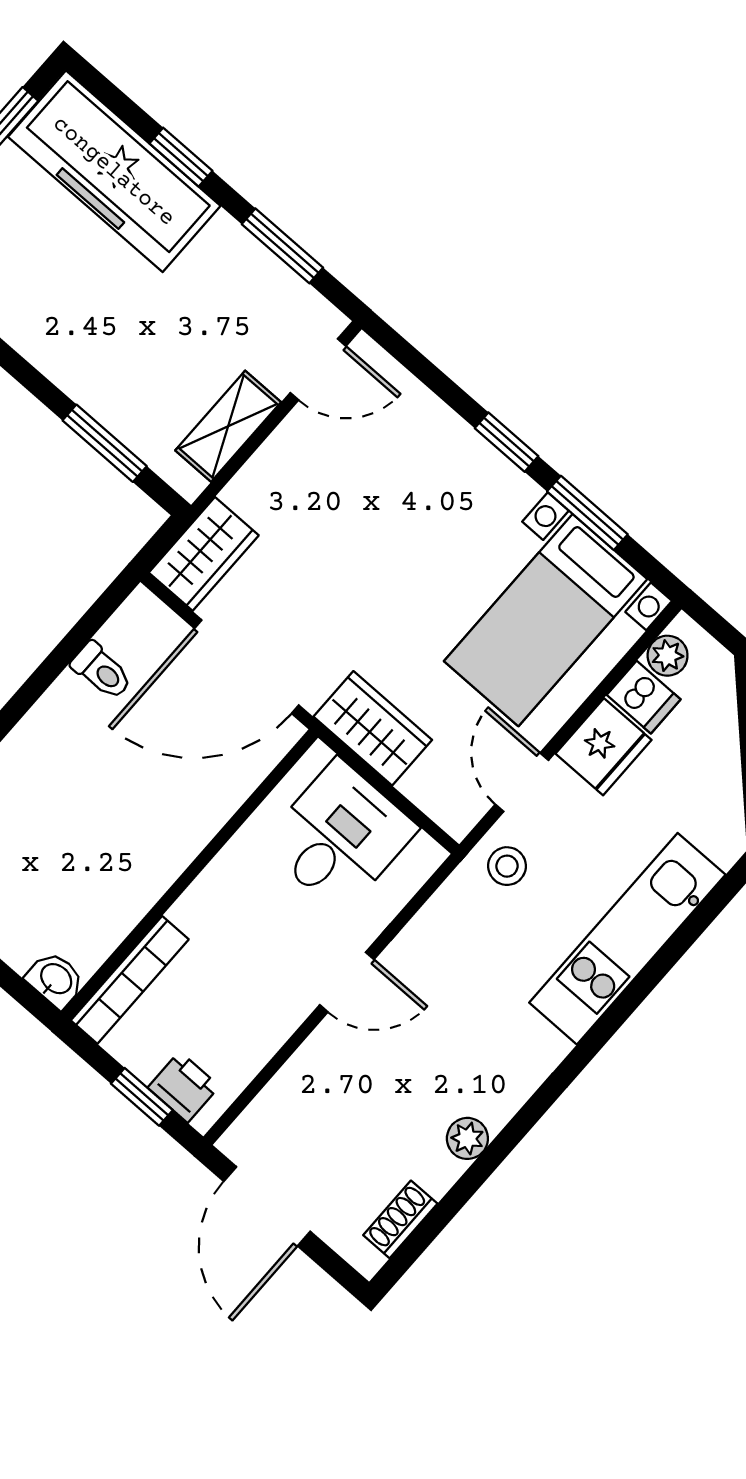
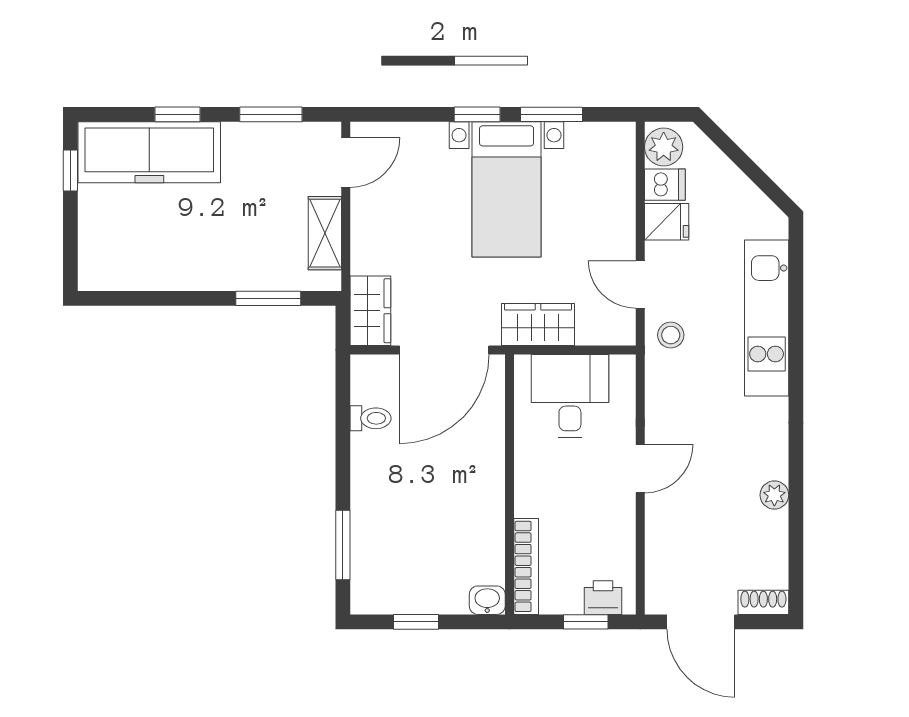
bed with nightstands: (546, 620) -> (507, 189), moved
plant: (668, 656) -> (664, 147), width x1.38, depth x1.38
fridge: (603, 747) -> (667, 222), width x0.72
shoe rack: (400, 1219) -> (763, 602), moved, turned 90

